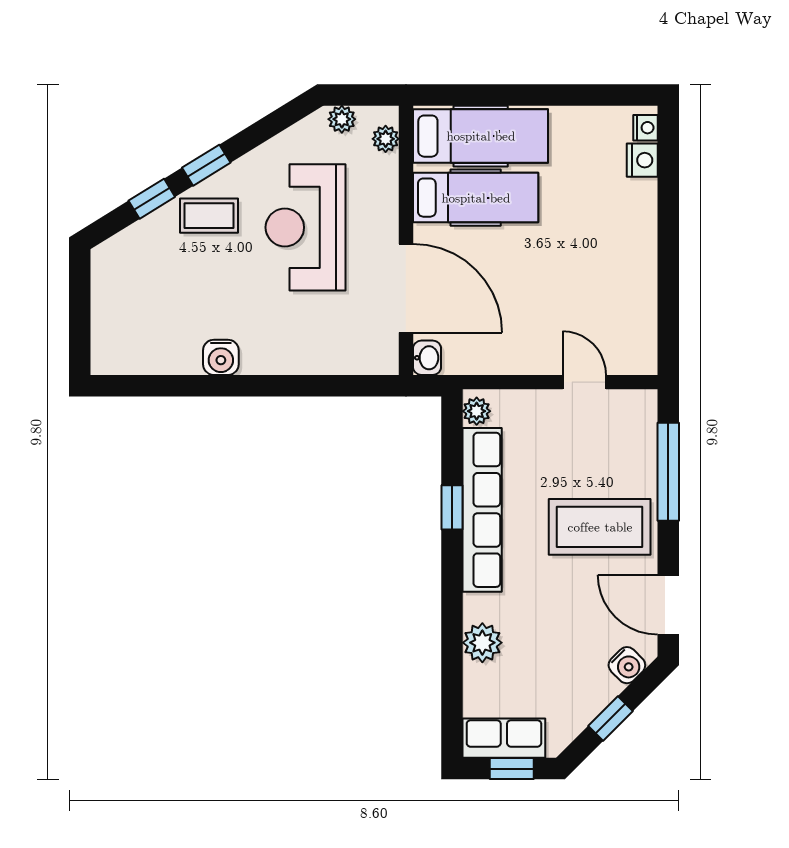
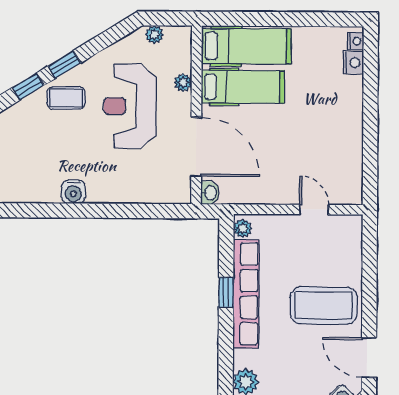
plant: (386, 139) -> (183, 82), moved
window: (668, 472) -> (370, 269), removed

